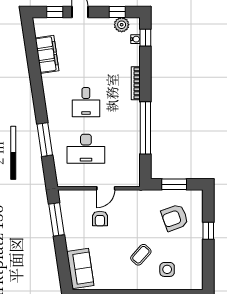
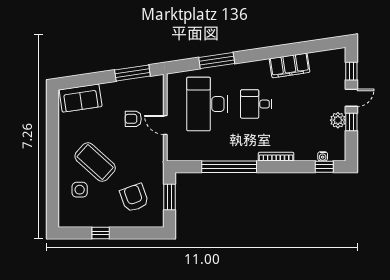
window: (117, 12) -> (351, 122), moved
plant: (122, 25) -> (338, 120), moved
filing cabinet: (47, 54) -> (290, 65), moved
desk: (86, 149) -> (207, 104), width x1.36, depth x1.30
window: (208, 231) -> (101, 233), moved
coffee table: (141, 255) -> (95, 162), width x1.86, depth x1.72

